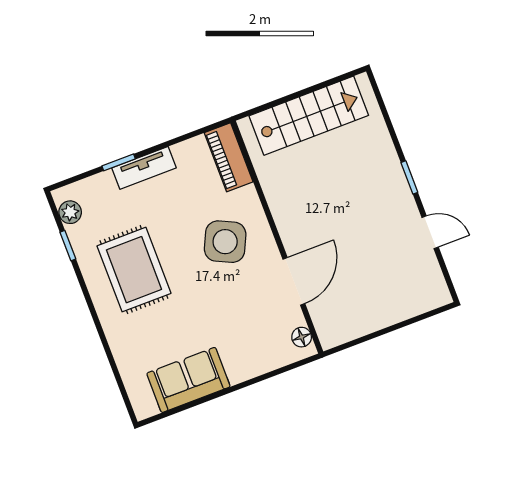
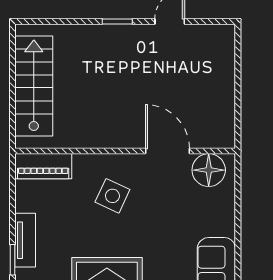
side table: (225, 242) -> (112, 196), width x0.73, depth x0.73
floor lamp: (302, 337) -> (209, 170), width x1.89, depth x1.89

